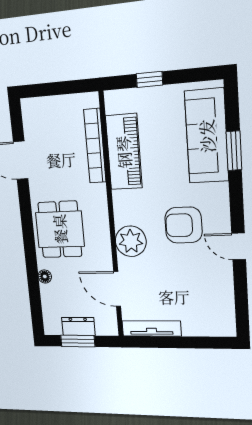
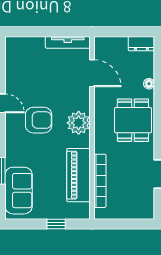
sofa: (207, 136) -> (19, 191), width x0.73
plant: (131, 241) -> (79, 123), moved
dresser: (78, 326) -> (141, 44), moved
window: (78, 341) -> (127, 32), removed

